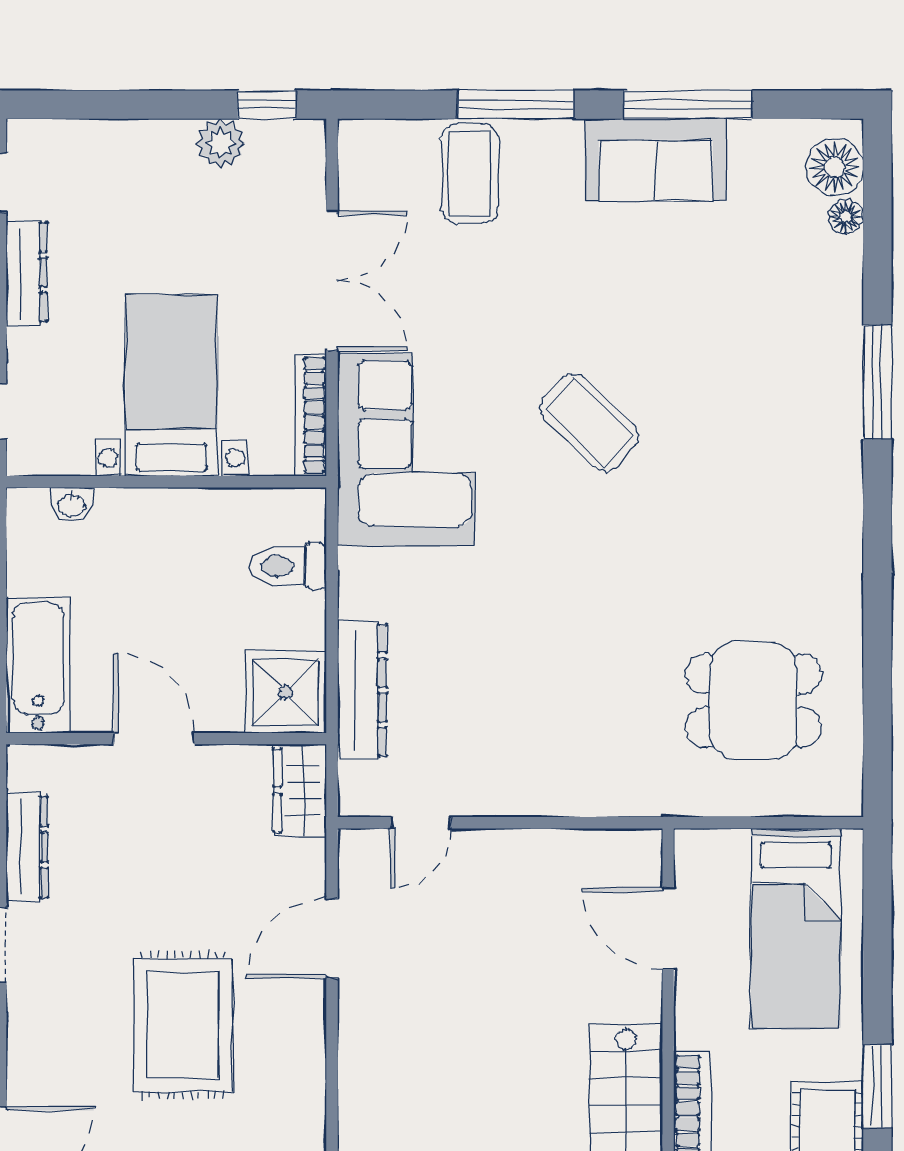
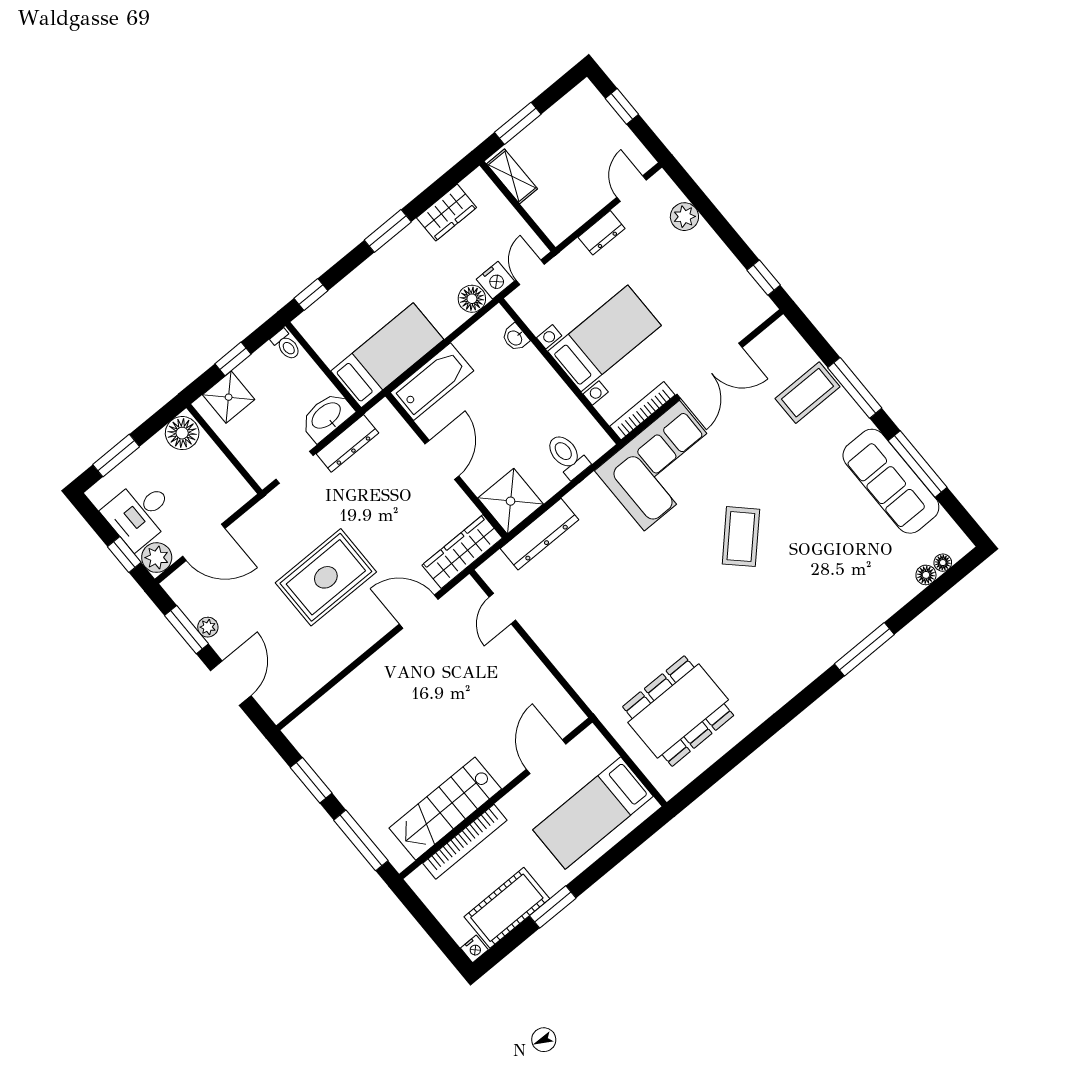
plant: (221, 143) -> (684, 217), moved
sofa: (656, 160) -> (891, 481), width x1.36
floor lamp: (835, 167) -> (943, 563), width x0.53, depth x0.53
dresser: (27, 272) -> (602, 233), width x0.70
dining table: (754, 700) -> (678, 711), width x1.38
wardrobe: (300, 790) -> (462, 552), width x1.50
door: (421, 823) -> (502, 609), hinge flipped

